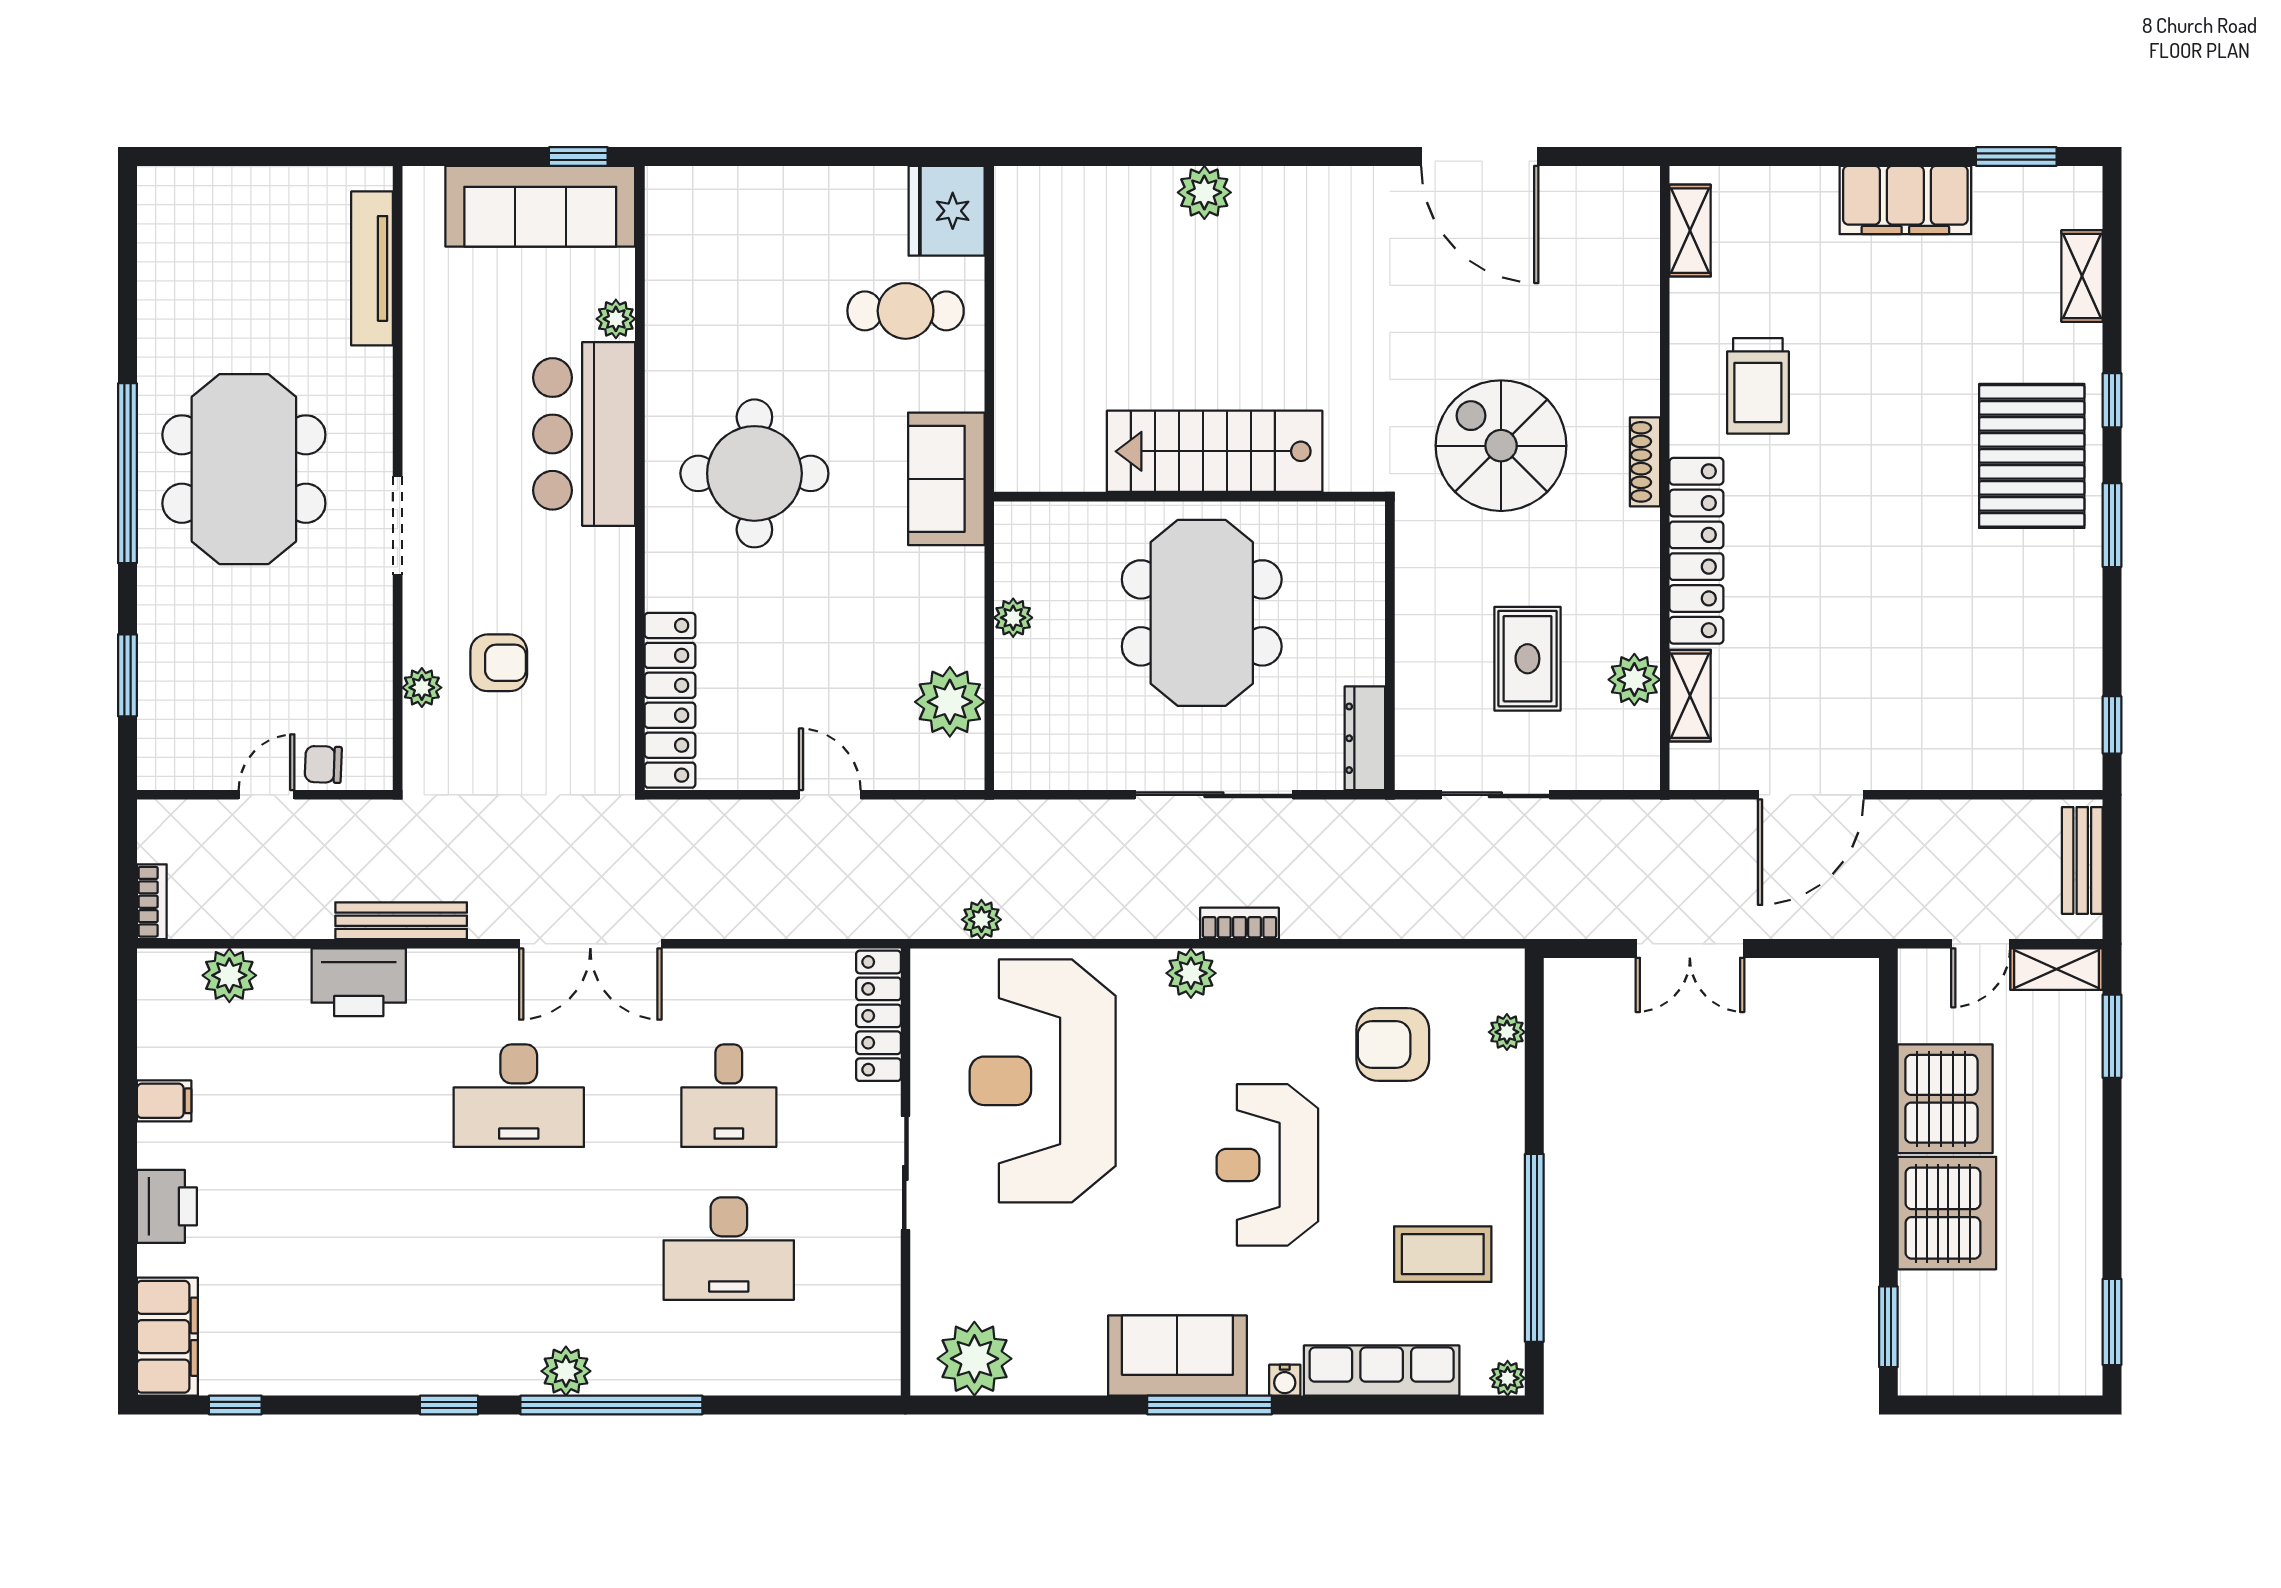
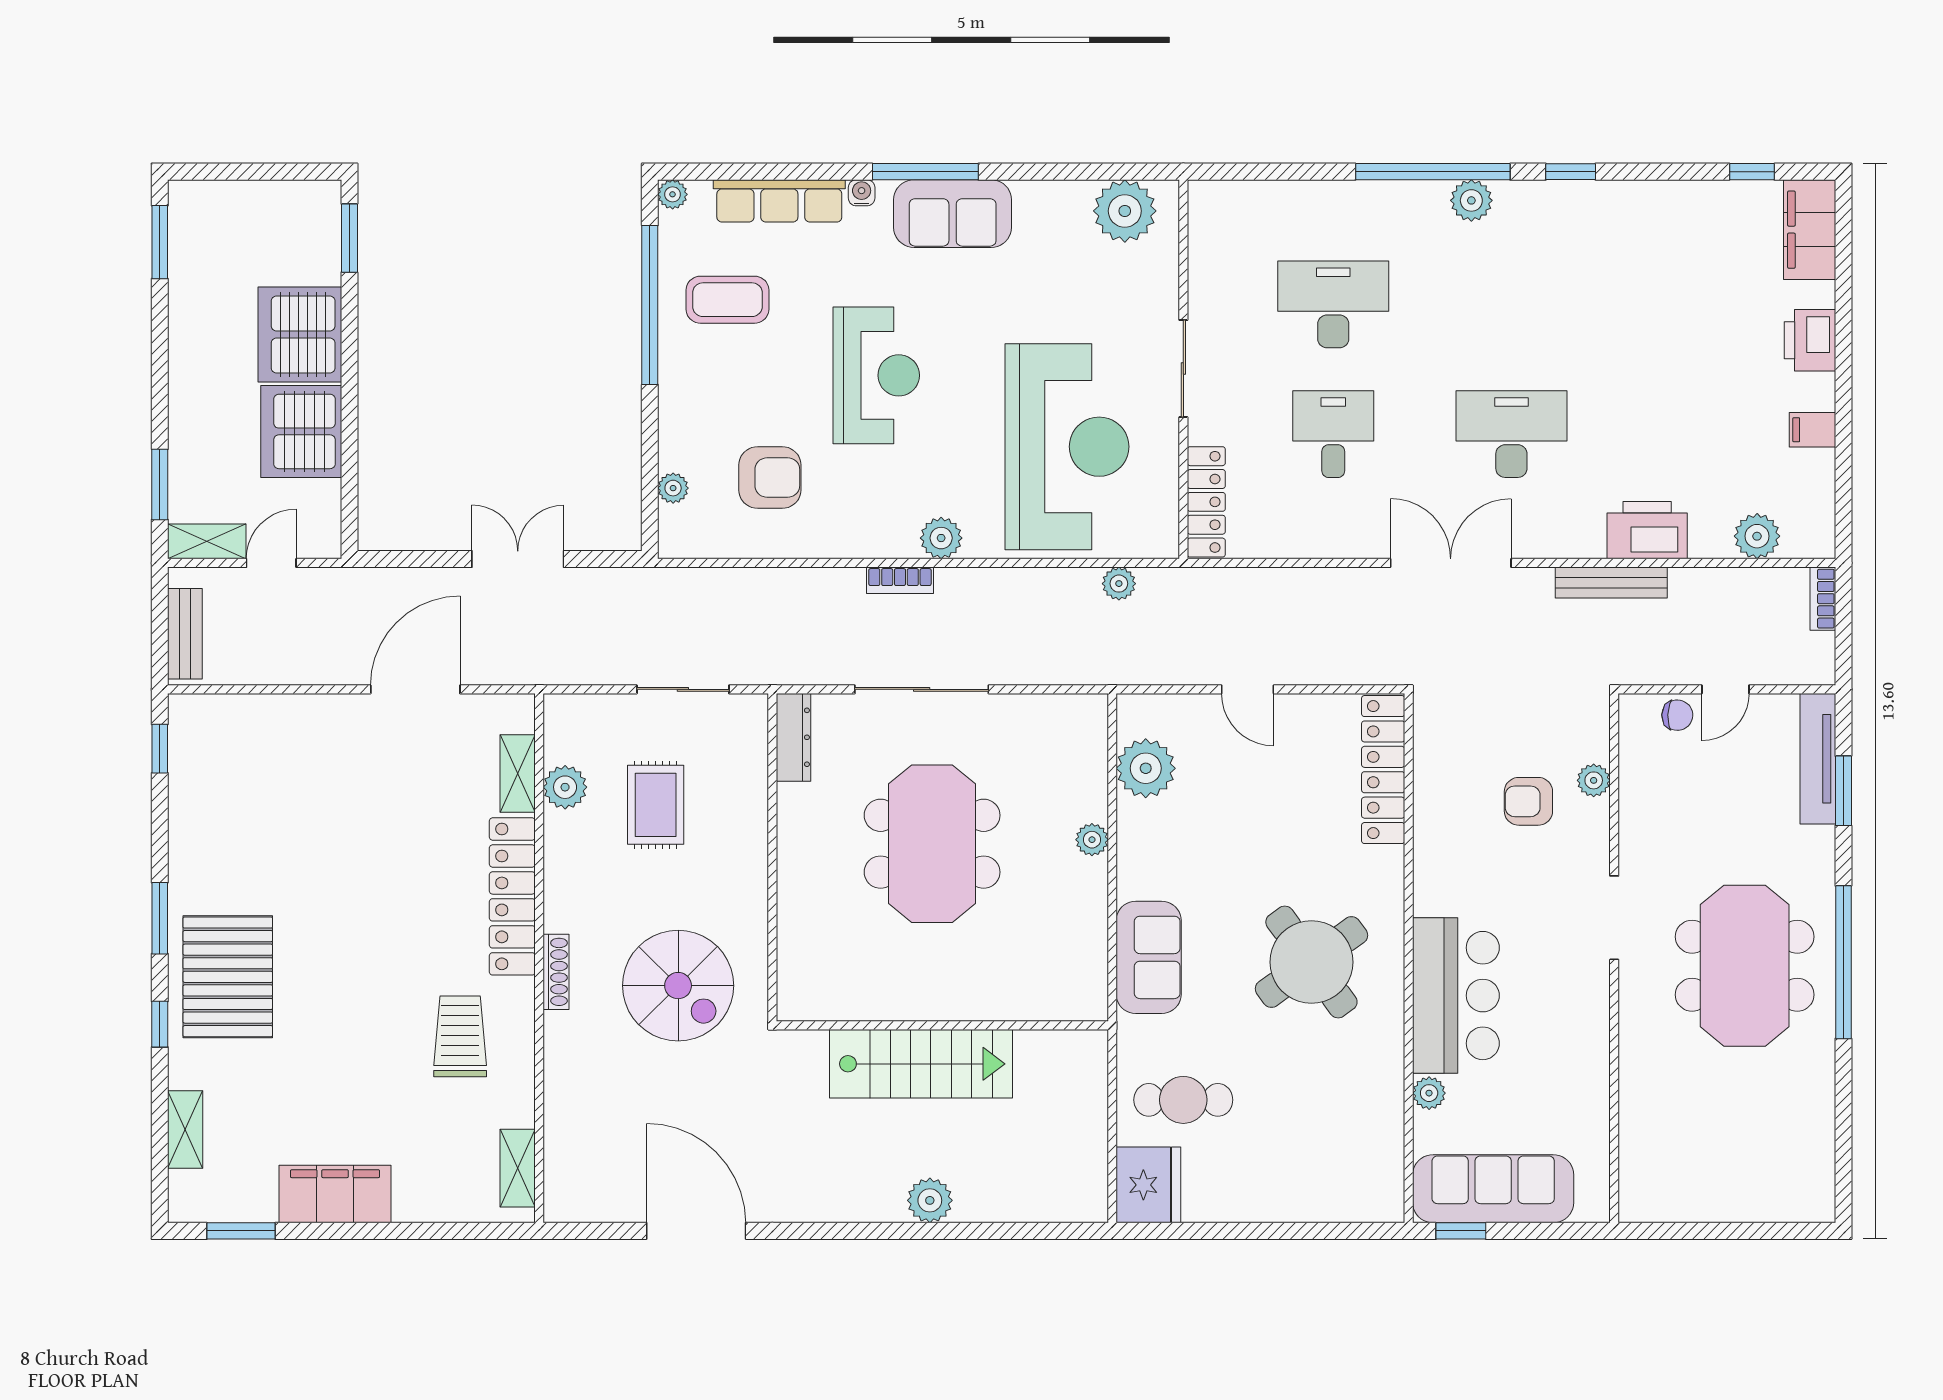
tv unit: (372, 268) -> (1818, 759), moved, turned 180
stairs: (1215, 451) -> (921, 1064), moved
round table: (754, 473) -> (1311, 962), turned -36
wall: (1190, 497) -> (942, 1025), moved

